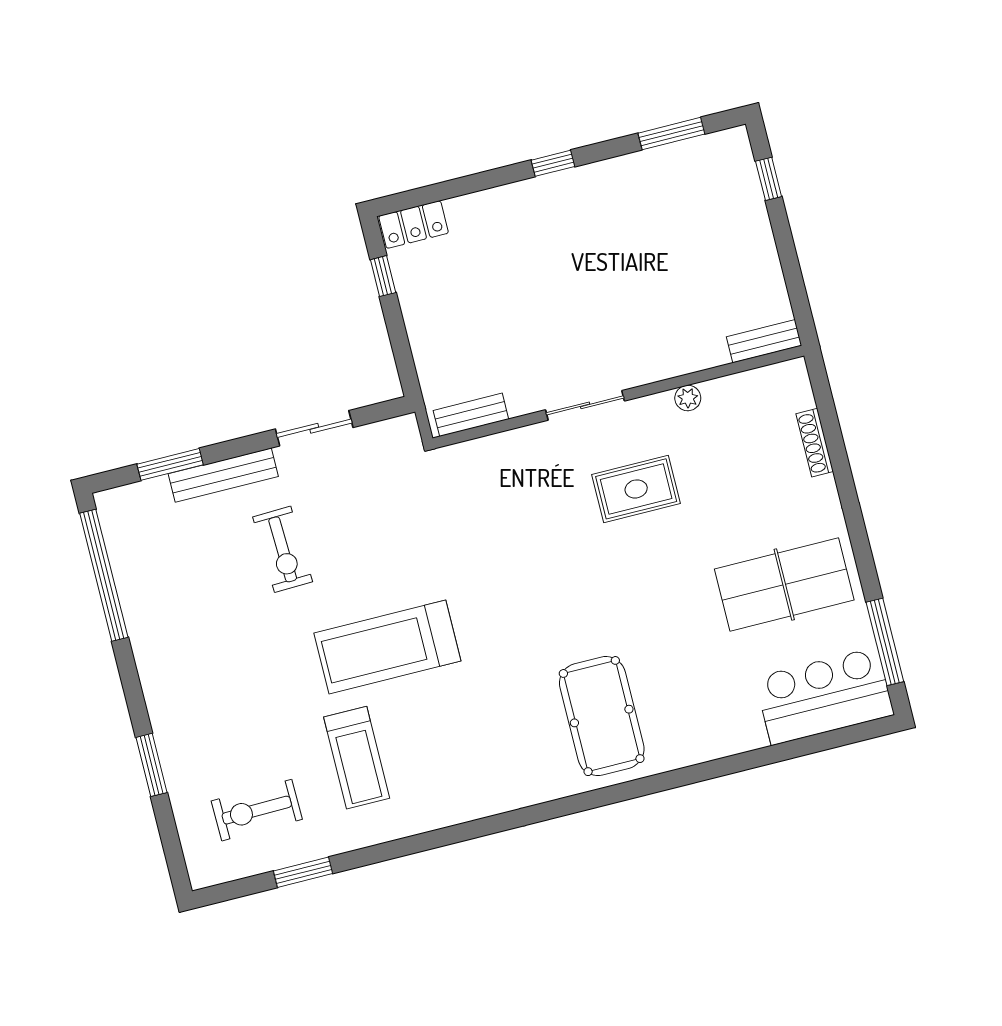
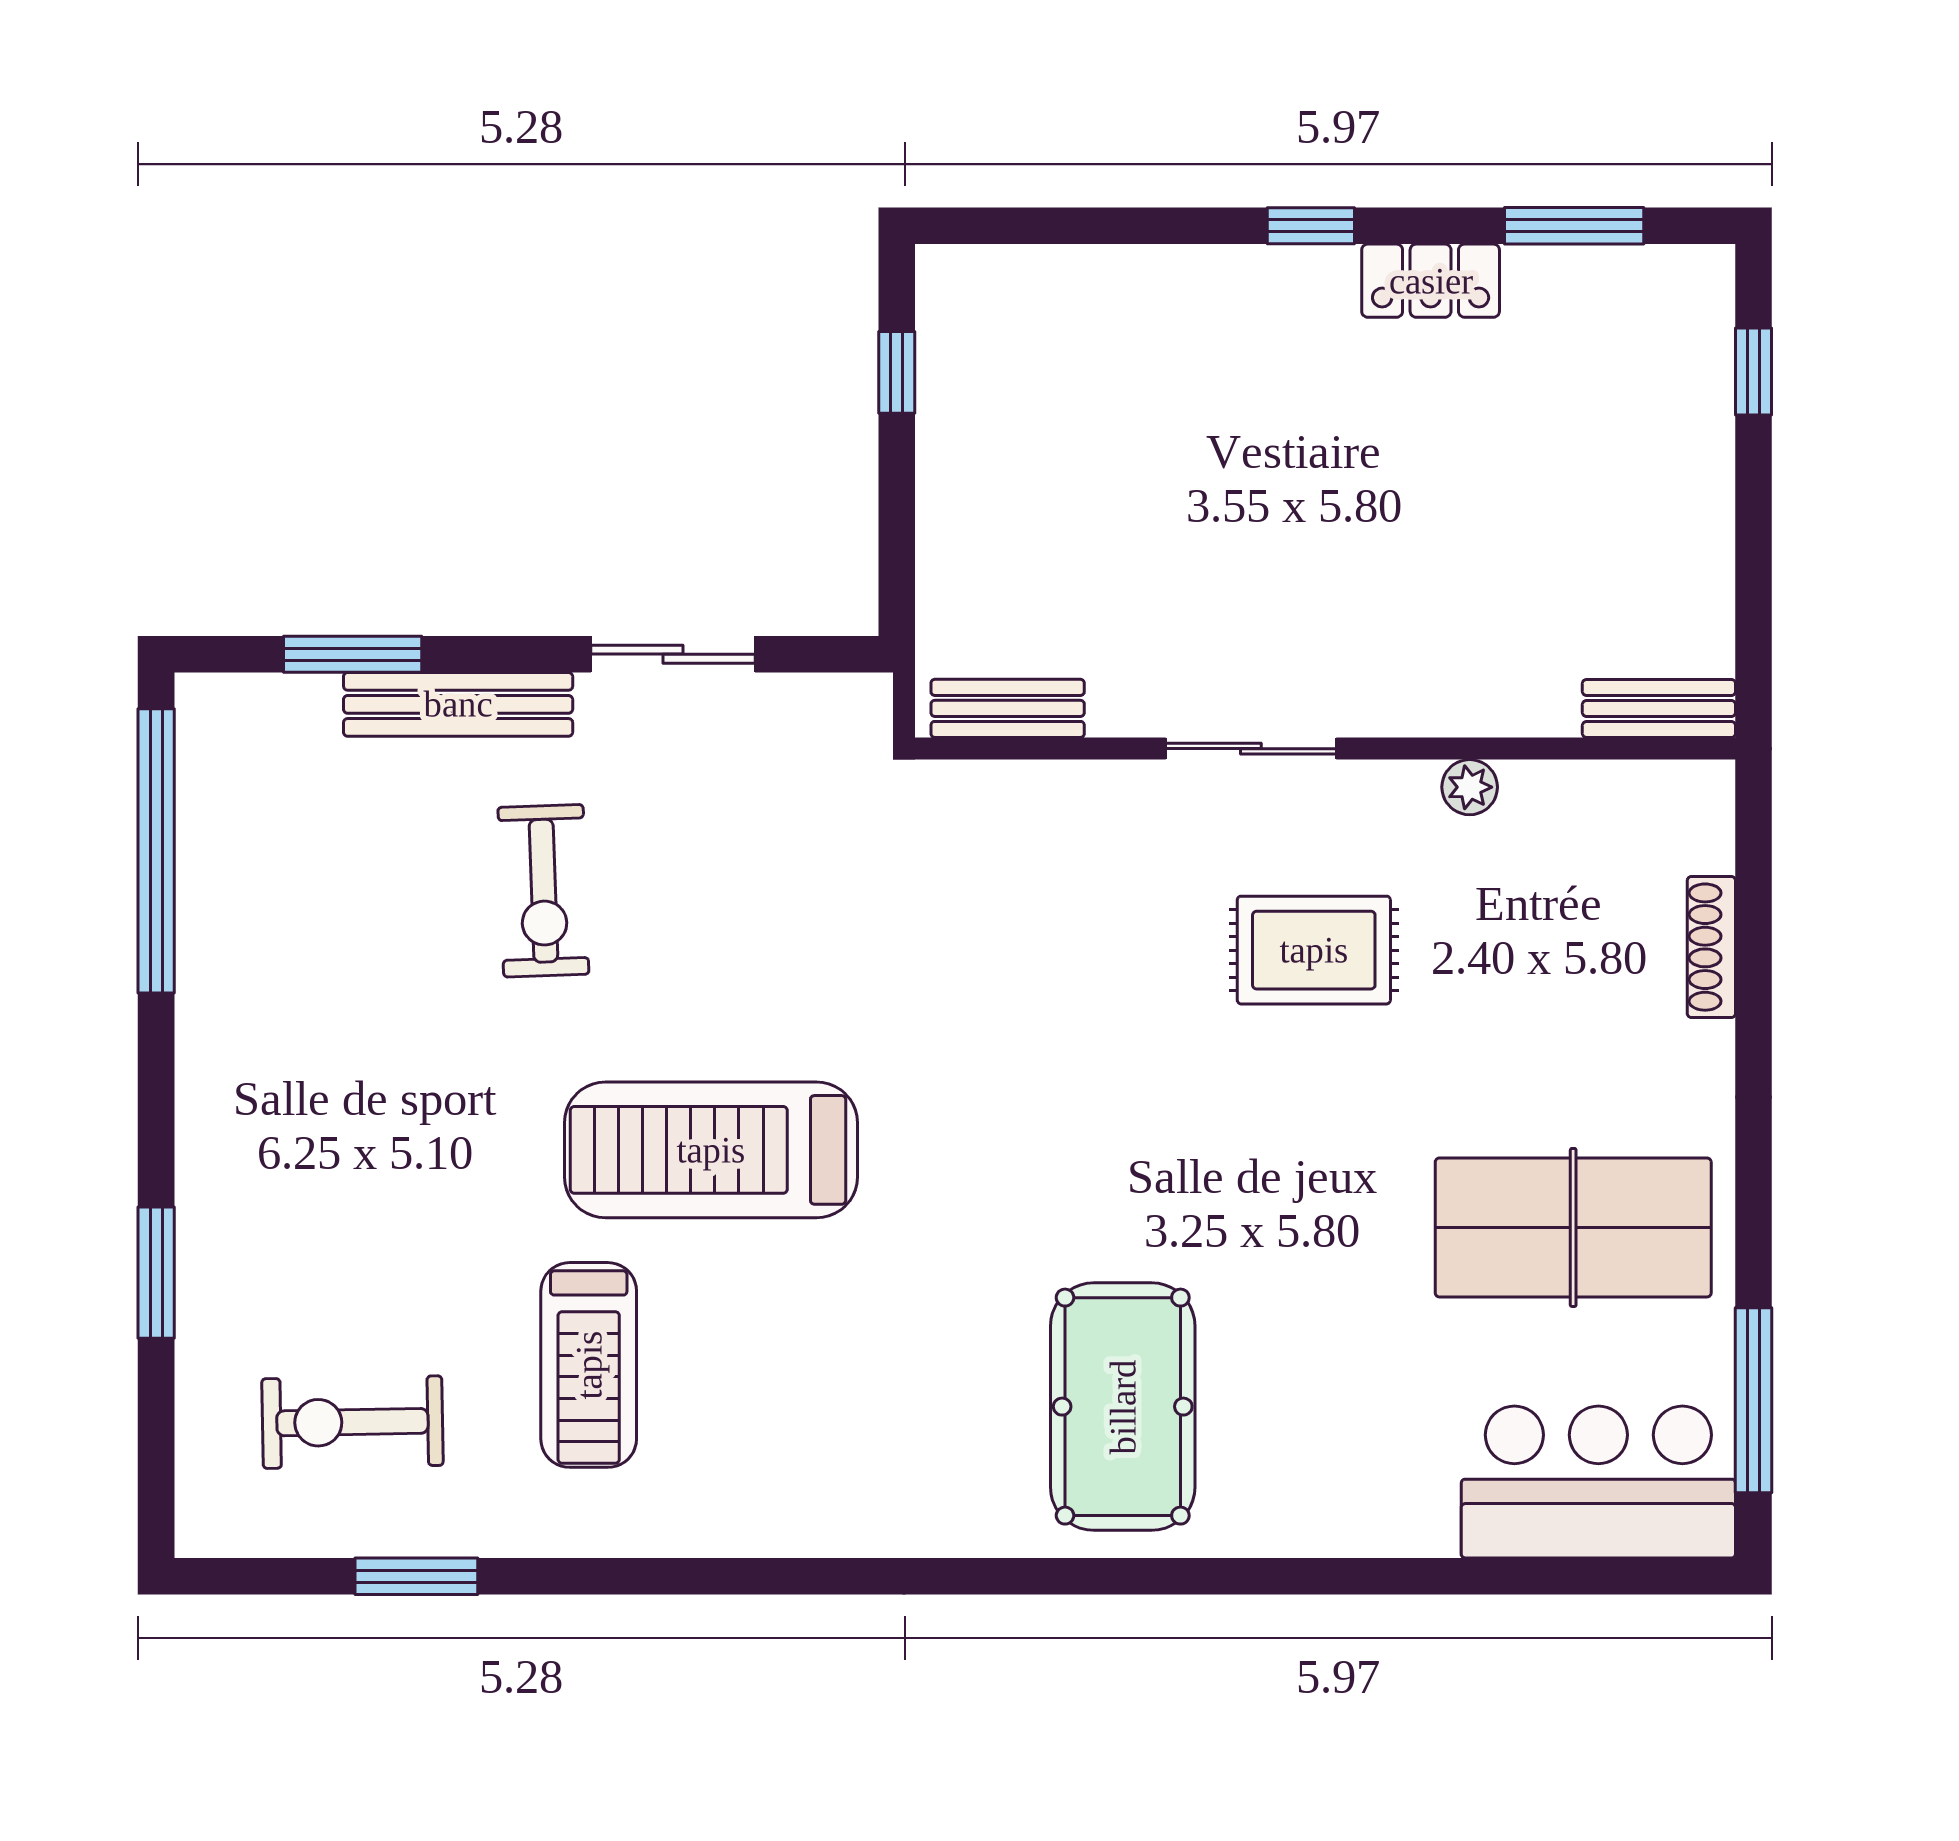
locker: (414, 225) -> (1431, 281), moved

